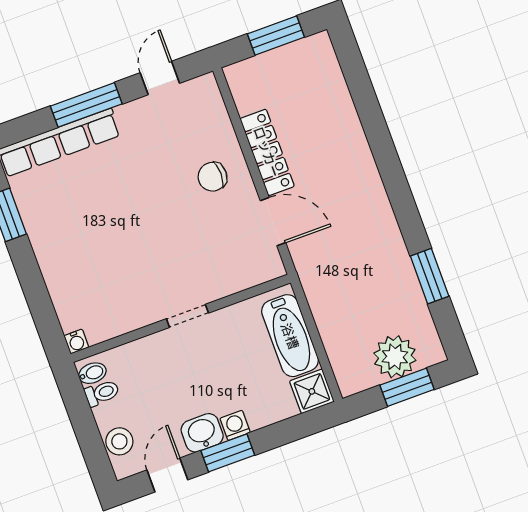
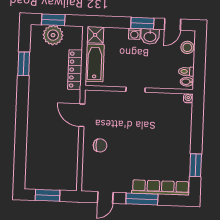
locker: (267, 152) -> (75, 70), moved

